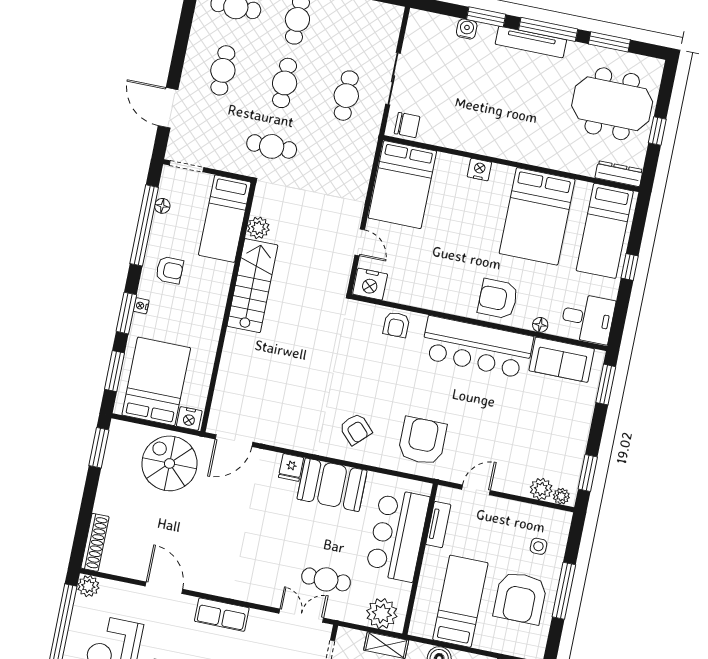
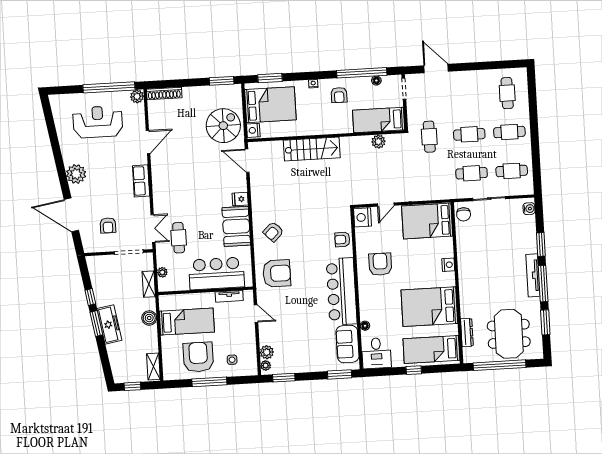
water cooler: (467, 29) -> (529, 209), moved
cafe table: (223, 70) -> (512, 171), moved
door: (168, 108) -> (436, 68), hinge flipped
window: (657, 131) -> (500, 365), width x3.17
dresser: (619, 174) -> (467, 332), moved
stairs: (252, 286) -> (312, 149), moved
armchair: (498, 299) -> (380, 264), moved
window: (126, 313) -> (307, 76), removed
armchair: (520, 598) -> (198, 357), turned 90
plant: (382, 614) -> (162, 272), width x0.53, depth x0.53

